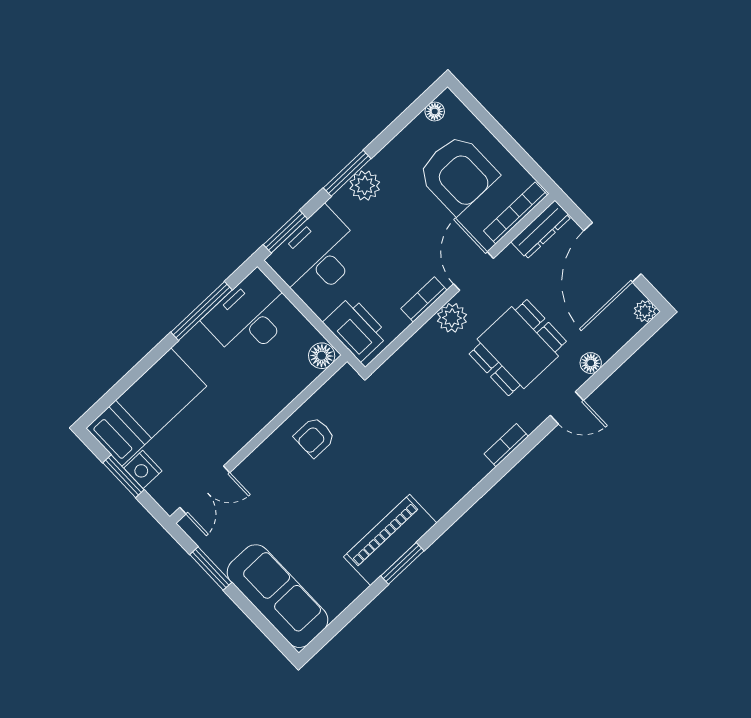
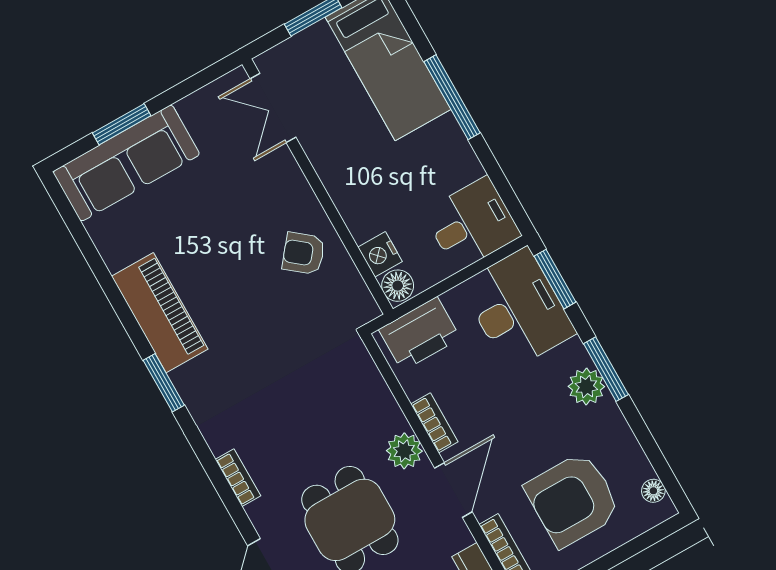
door: (474, 271) -> (453, 490), hinge flipped
window: (202, 311) -> (452, 97), moved
desk: (250, 316) -> (472, 224), width x0.73
armchair: (315, 437) -> (304, 253), turned -51
nightstand: (143, 469) -> (380, 254), moved, turned -90
window: (402, 563) -> (164, 383), moved
window: (211, 568) -> (122, 124), moved

